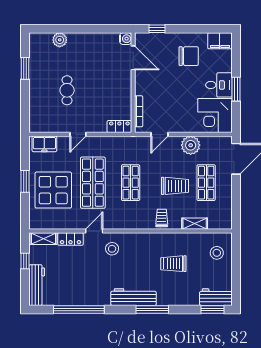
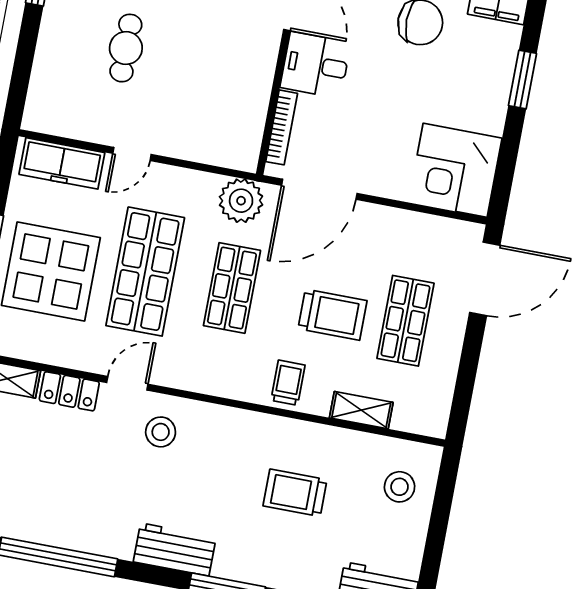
desk: (219, 85) -> (315, 65), moved, turned 180
window: (236, 89) -> (522, 80), moved
locker: (119, 127) -> (231, 154), removed
door: (159, 134) -> (319, 189), width x1.87
freezer: (44, 144) -> (62, 163), width x1.40
plant: (191, 145) -> (241, 201), moved
workbench: (133, 297) -> (175, 549), width x0.73

